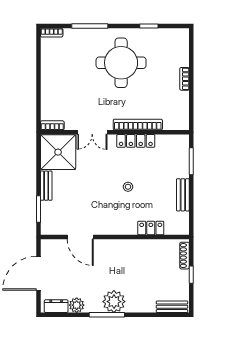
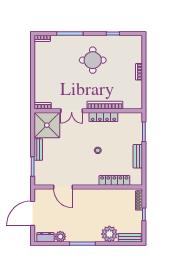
round table: (121, 63) -> (93, 60), width x0.73, depth x0.73
locker: (151, 228) -> (114, 180), width x1.53
plant: (114, 302) -> (109, 234), moved

